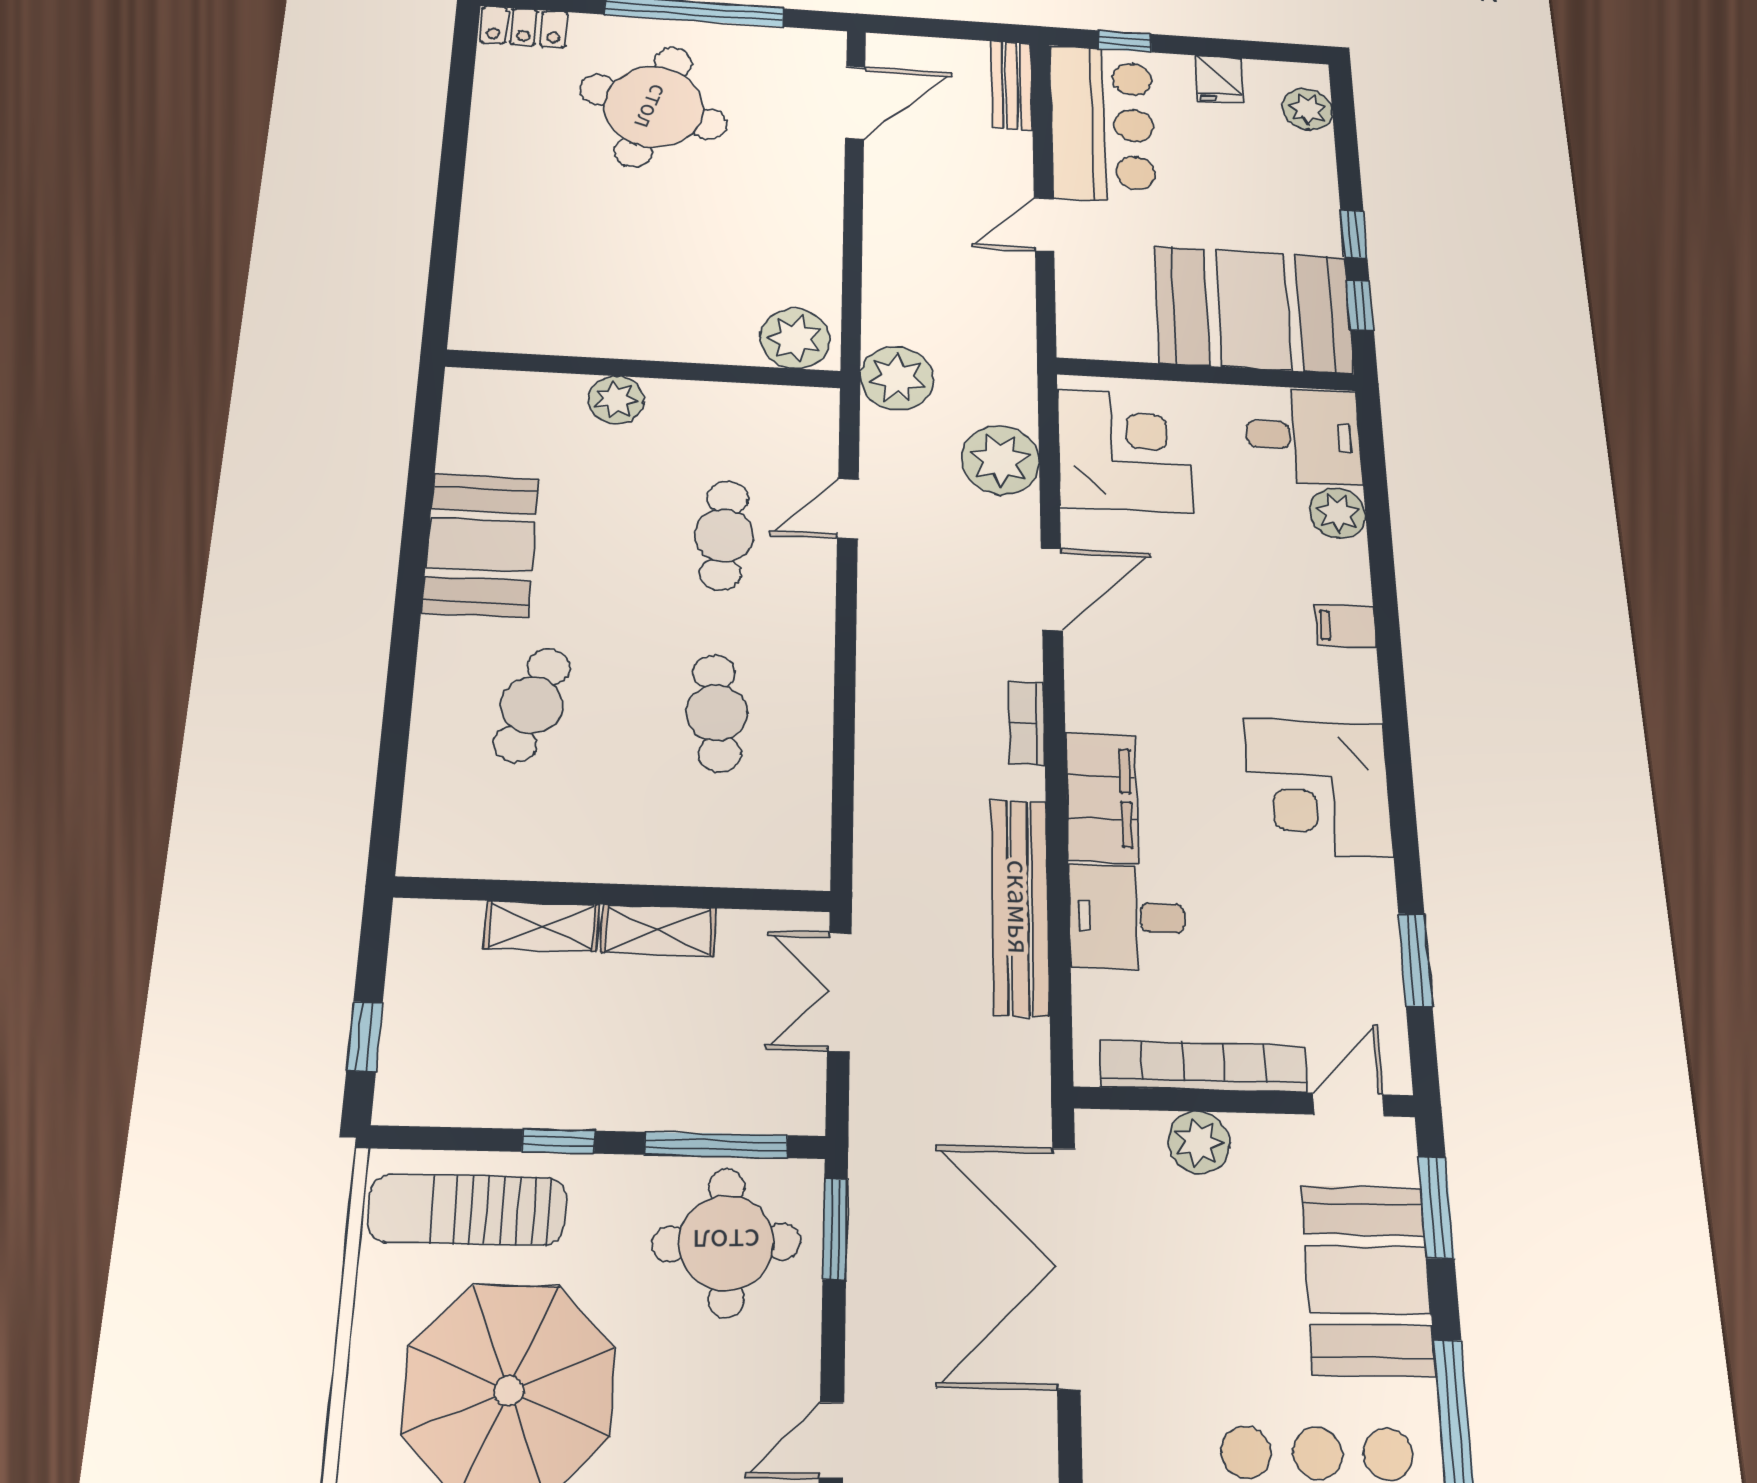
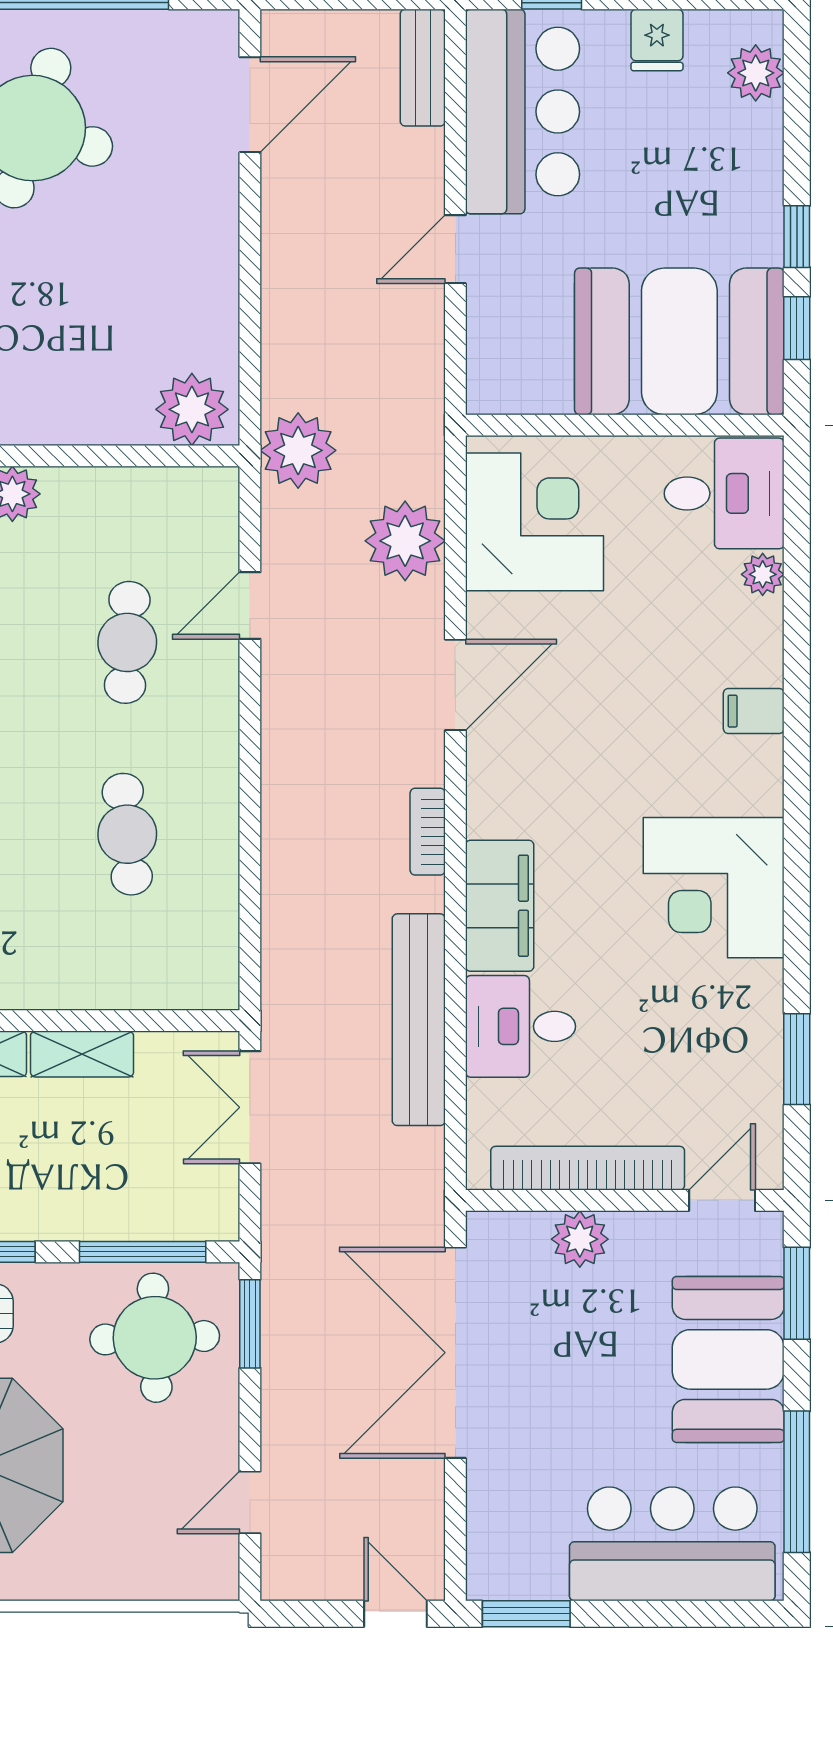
plant: (1338, 513) -> (763, 574), width x0.73, depth x0.73

